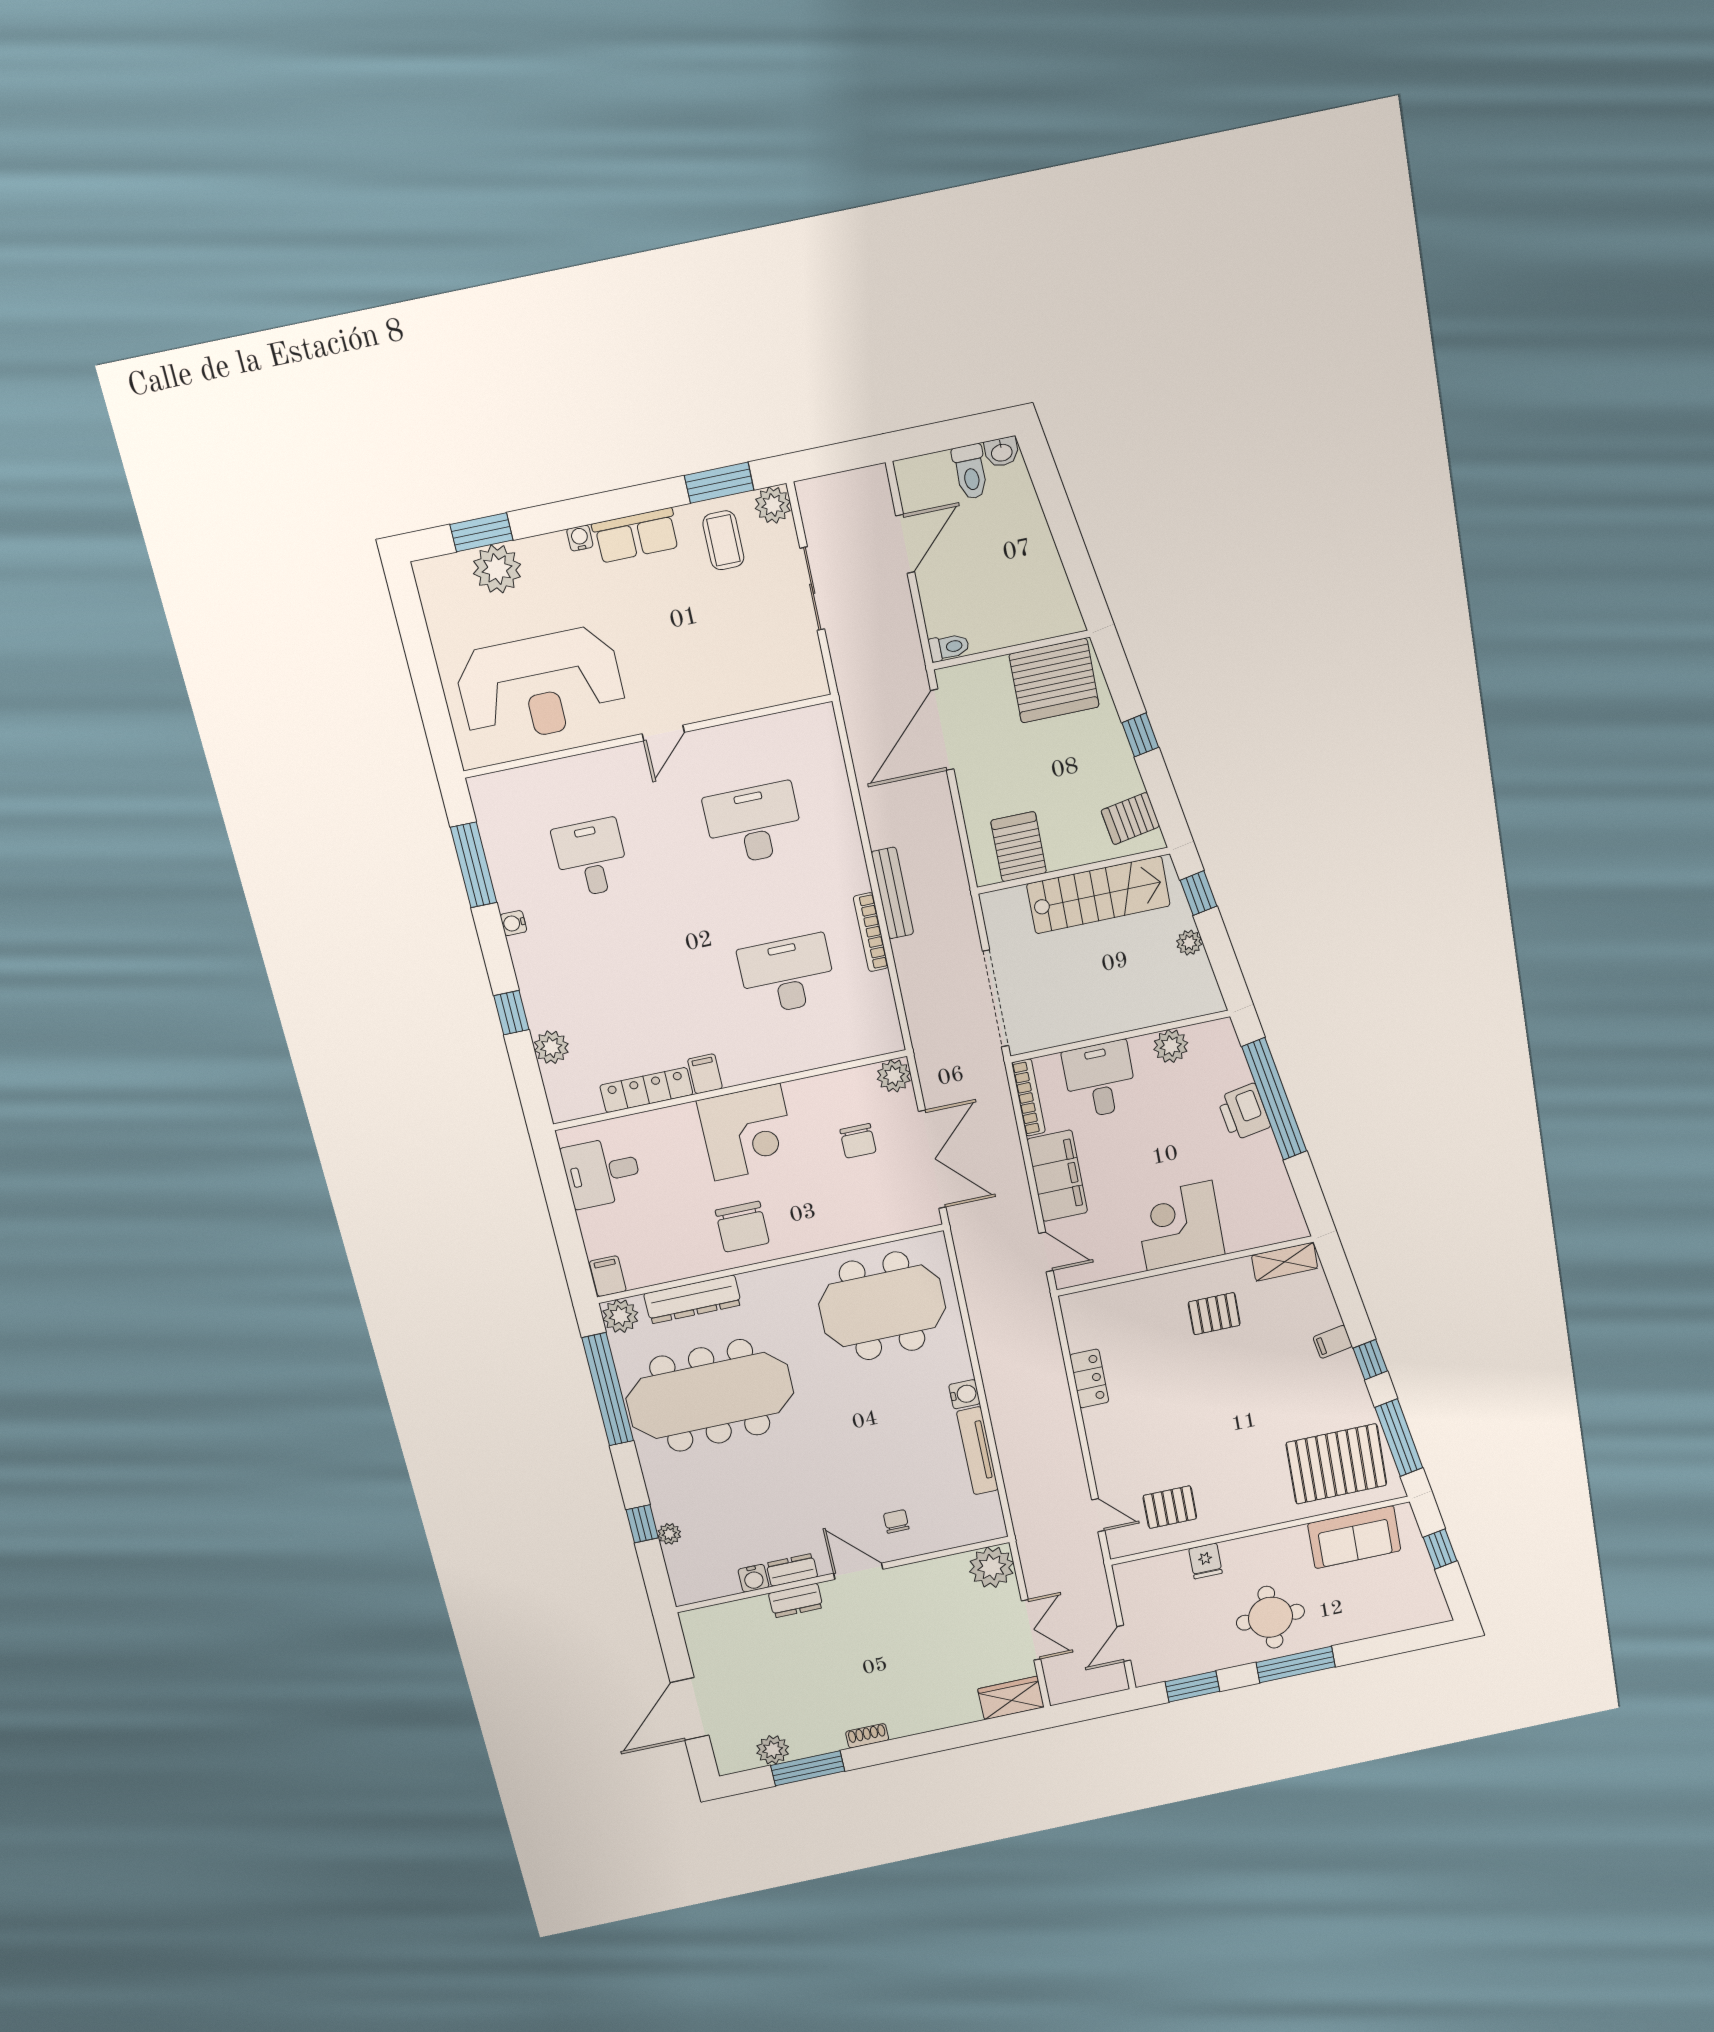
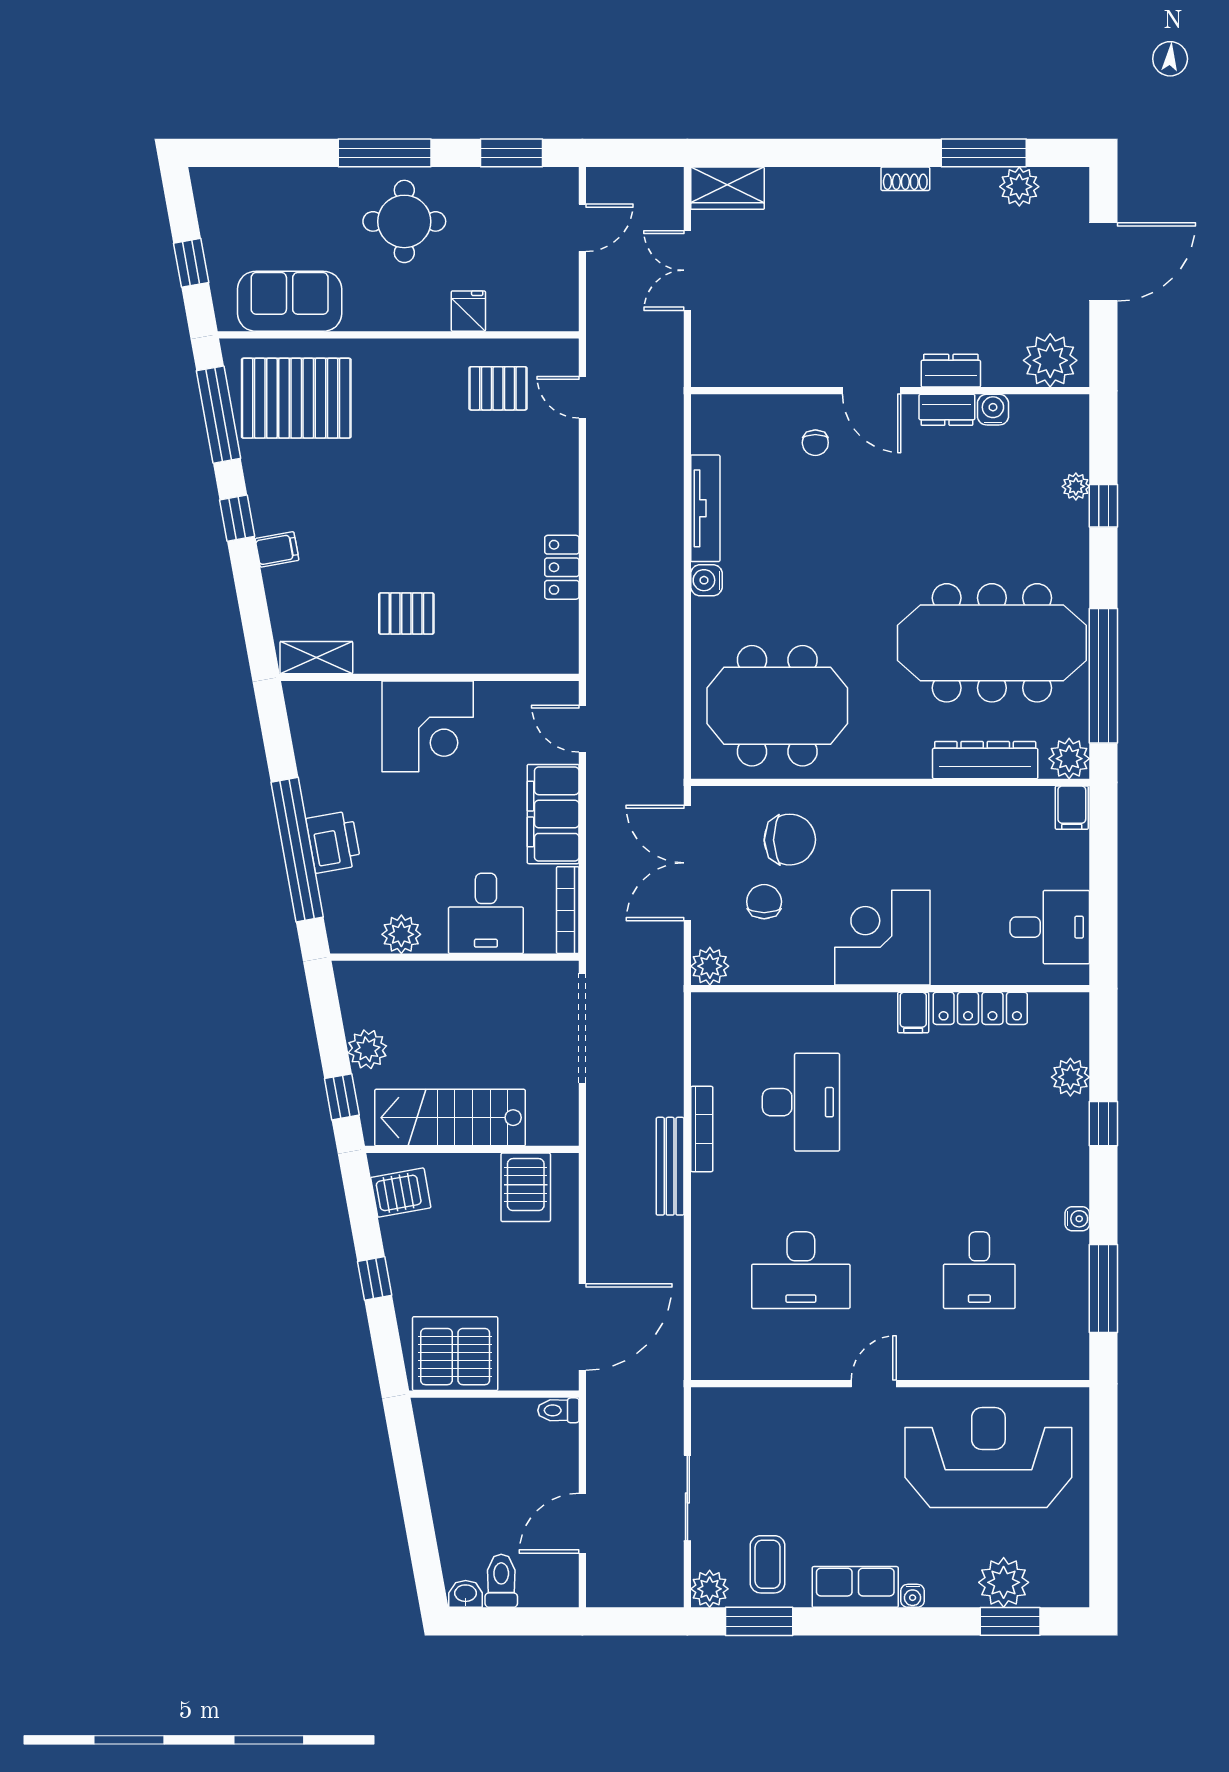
plant: (1189, 943) -> (367, 1049), width x1.38, depth x1.38
desk: (787, 975) -> (801, 1102), turned -90
chair: (742, 1227) -> (790, 840), moved, turned 89
plant: (992, 1567) -> (1050, 360), moved

